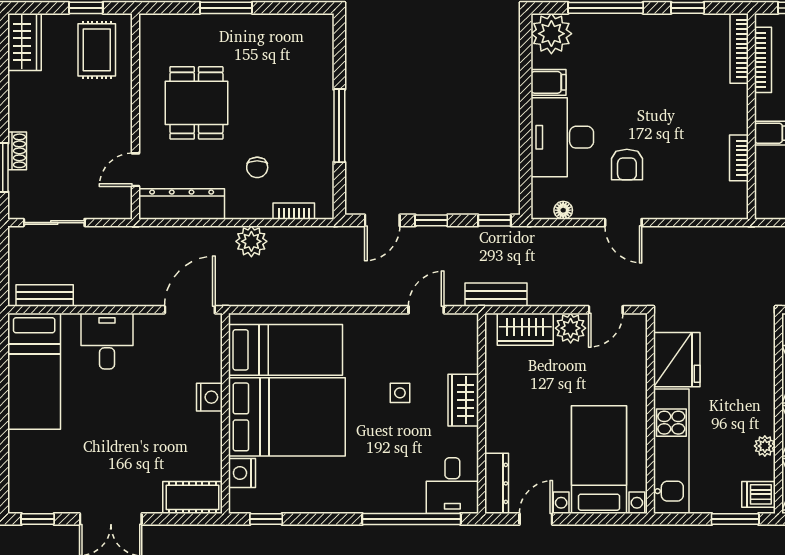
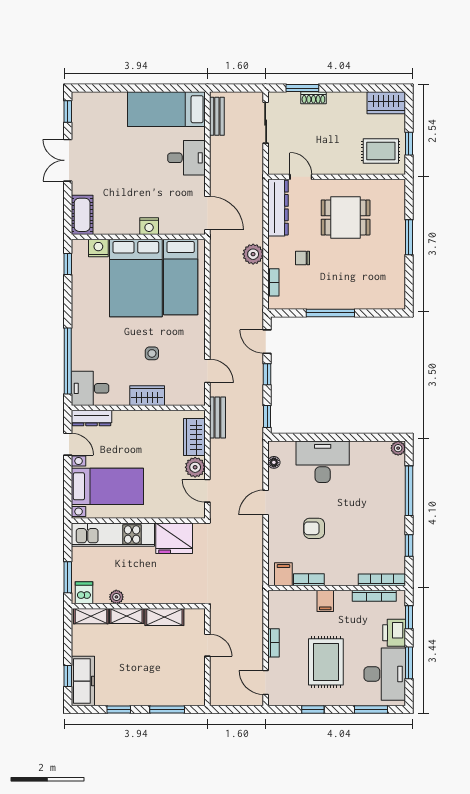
plant: (551, 34) -> (398, 448), width x0.53, depth x0.53
filing cabinet: (548, 82) -> (283, 574), moved, turned 180
armchair: (627, 165) -> (314, 528), moved

